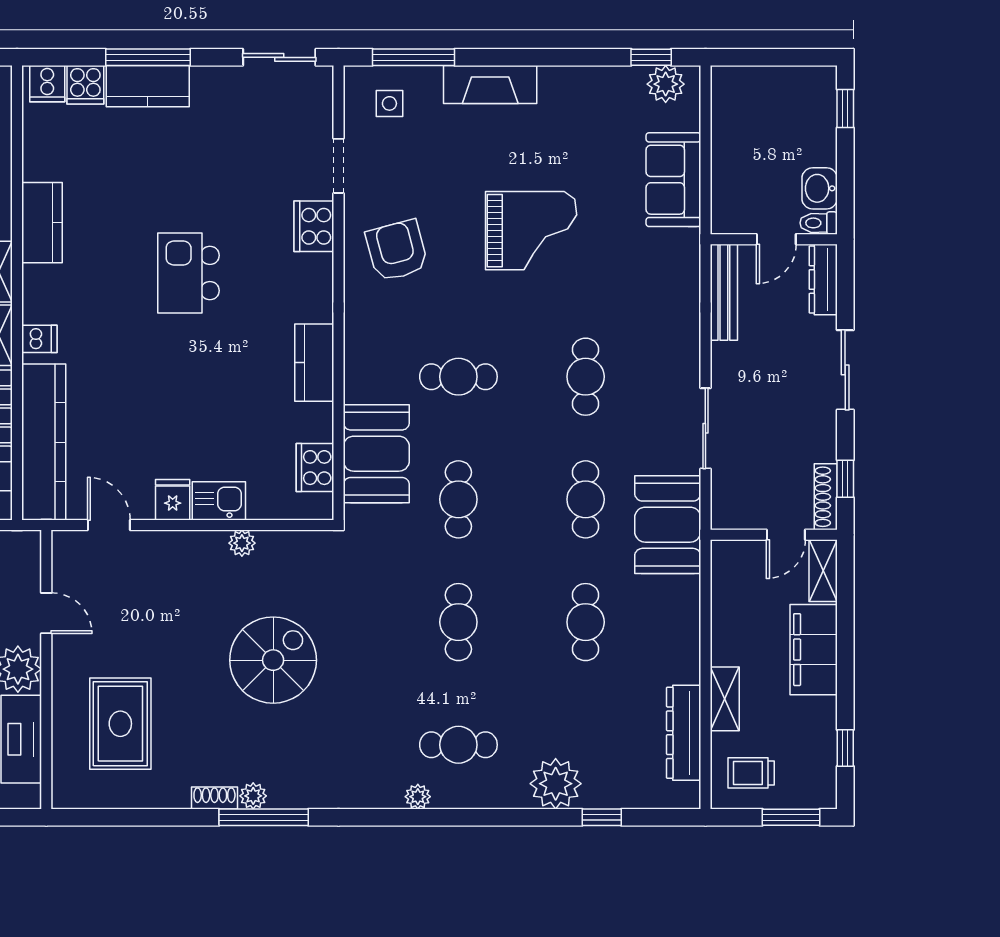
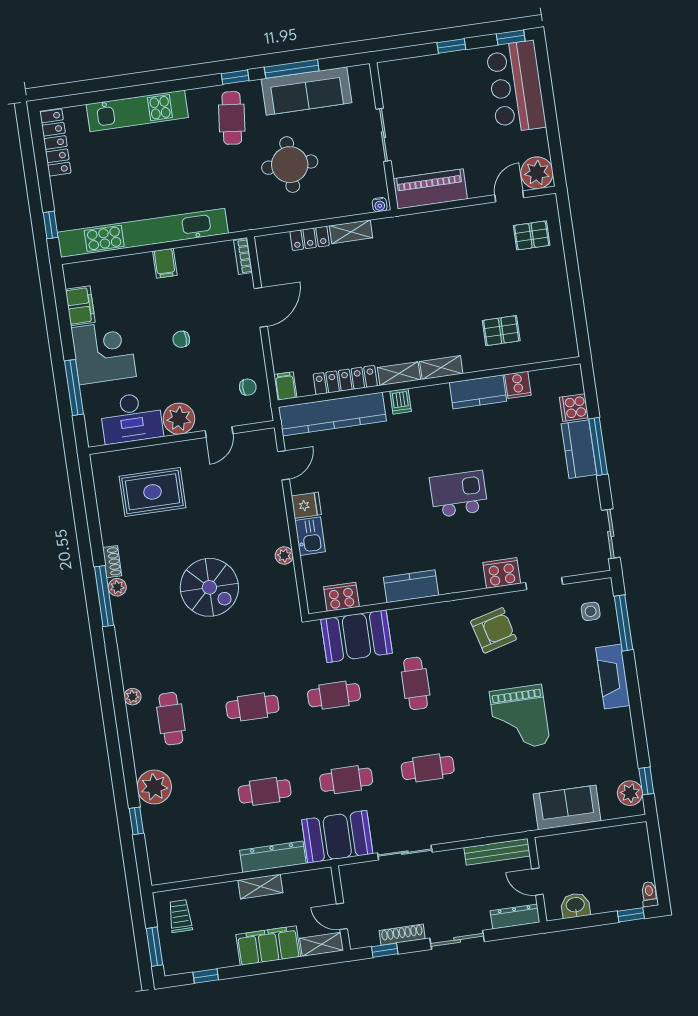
cooker: (47, 84) -> (518, 385), moved, turned -90
toilet: (819, 223) -> (649, 894), moved
shoe rack: (826, 497) -> (402, 935), moved
shelving: (725, 699) -> (260, 886), moved
dresser: (684, 733) -> (273, 857), moved

